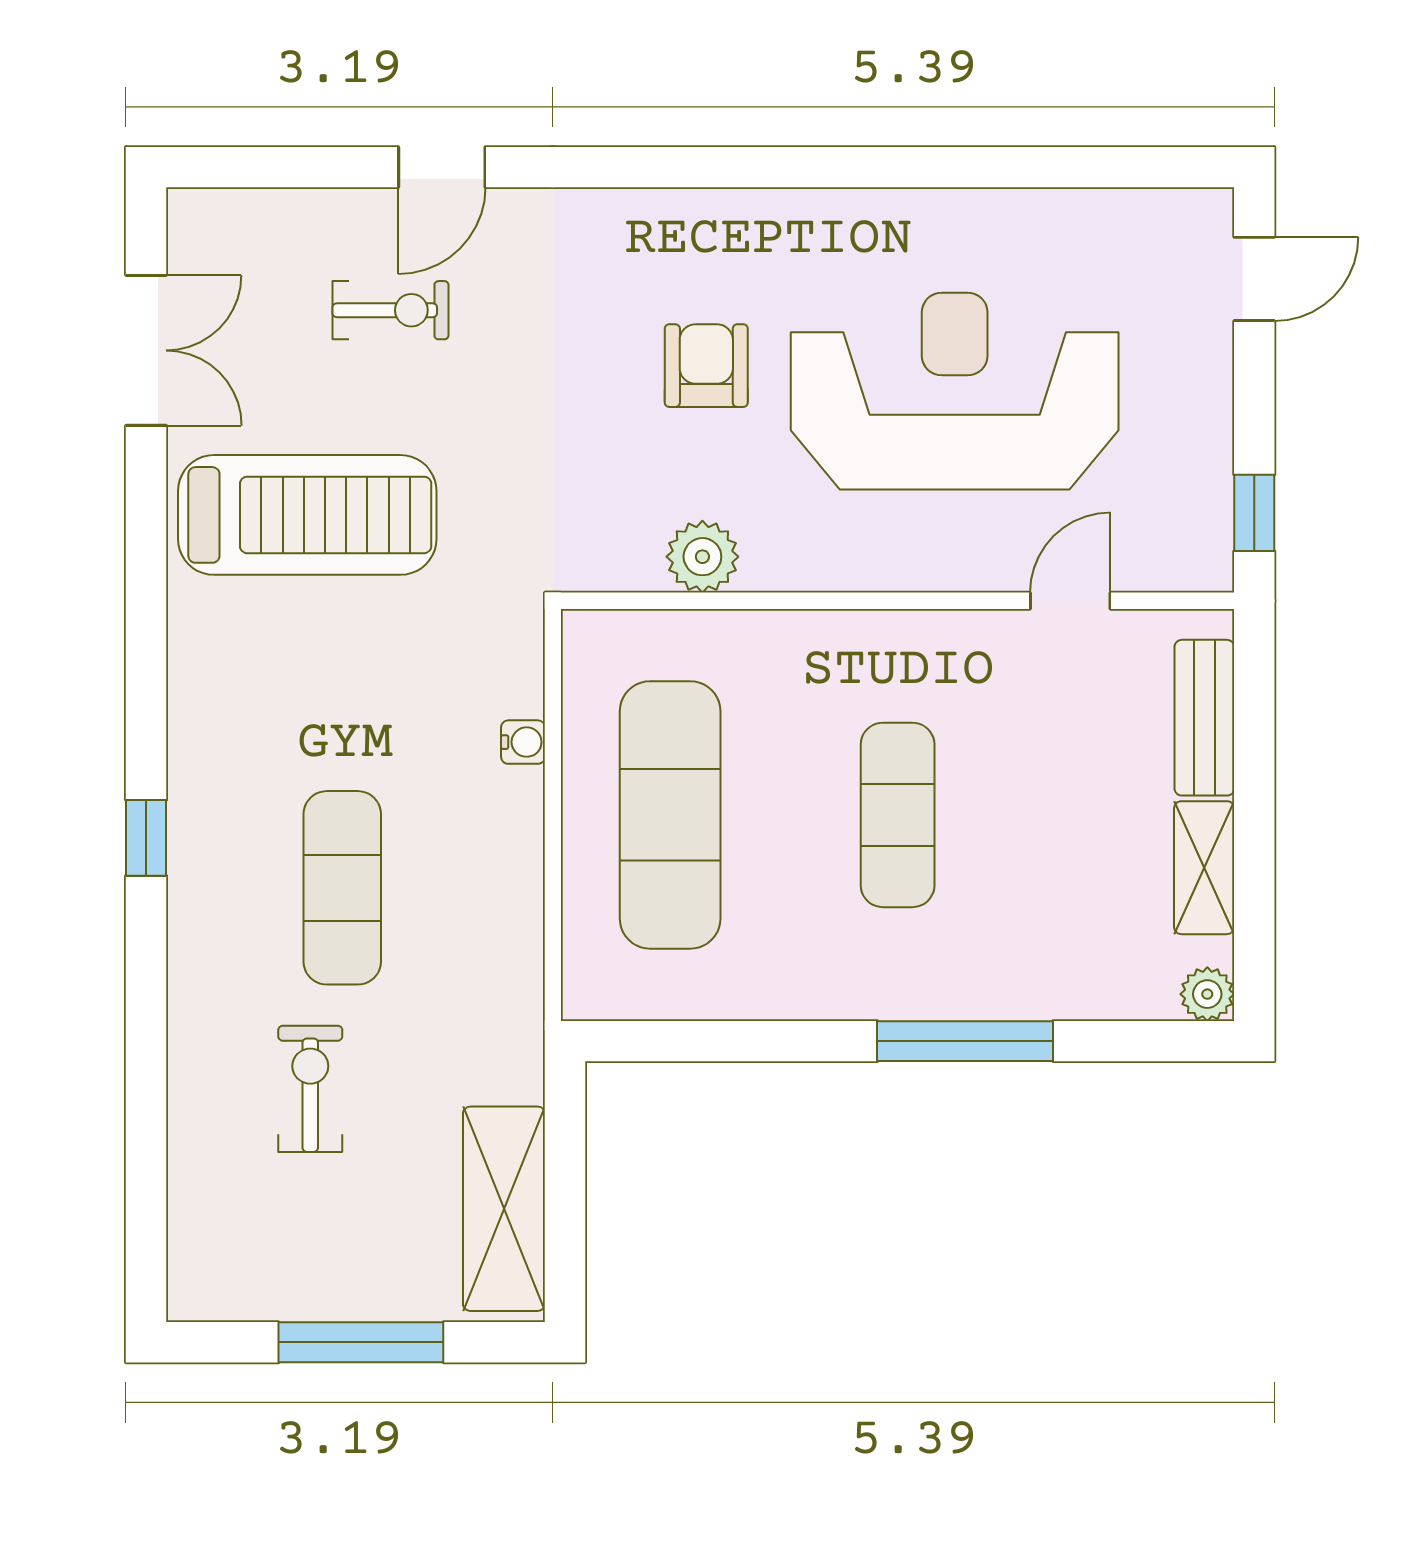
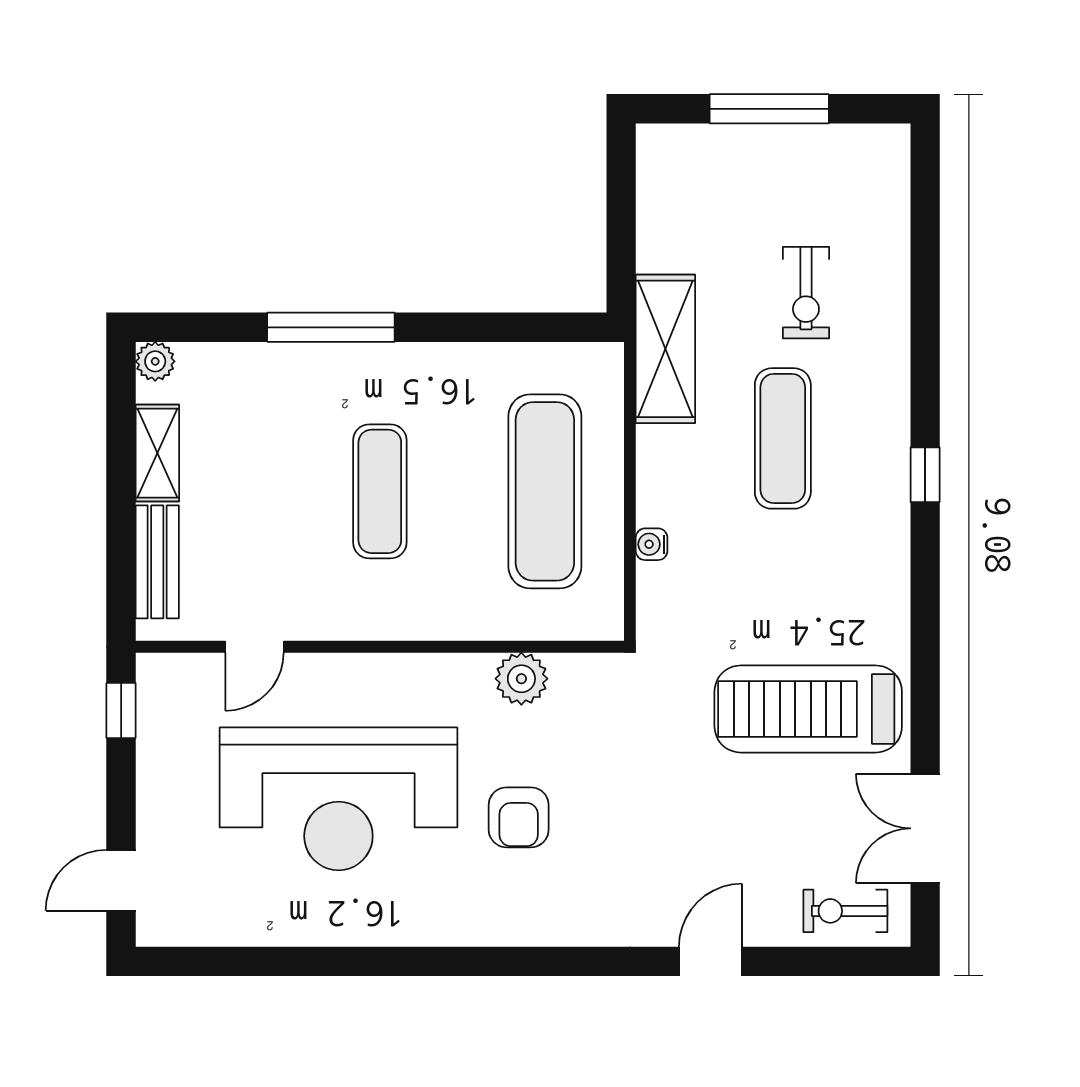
exercise bike: (391, 310) -> (845, 911), moved
shelving: (504, 1209) -> (665, 349), moved

